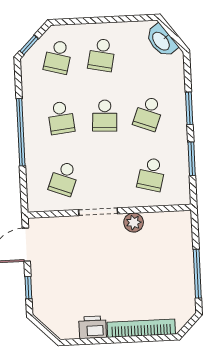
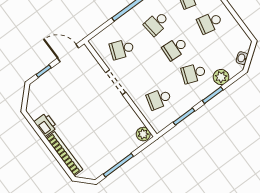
washbasin: (161, 41) -> (242, 58), width x0.52, depth x0.69
plant: (174, 84) -> (221, 77), added
plant: (134, 223) -> (143, 134), moved

